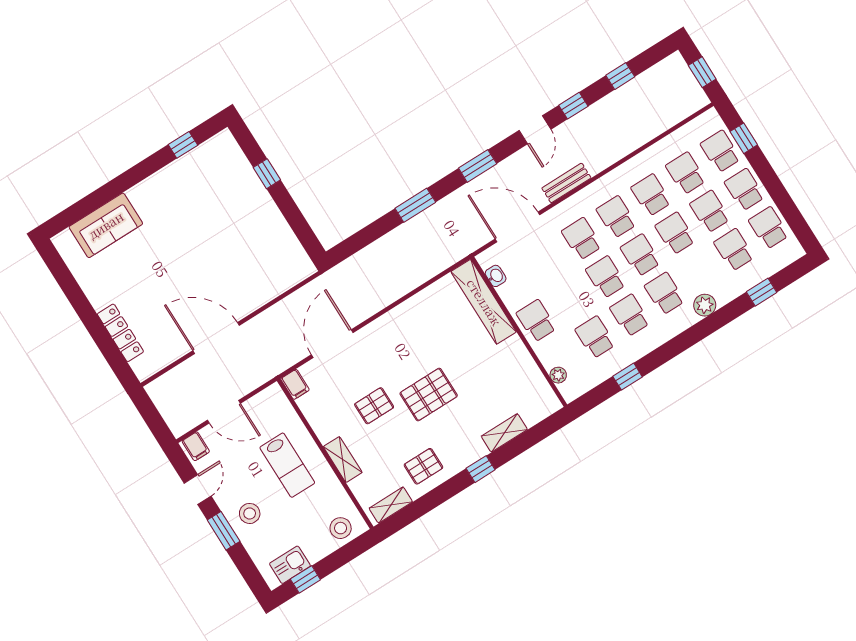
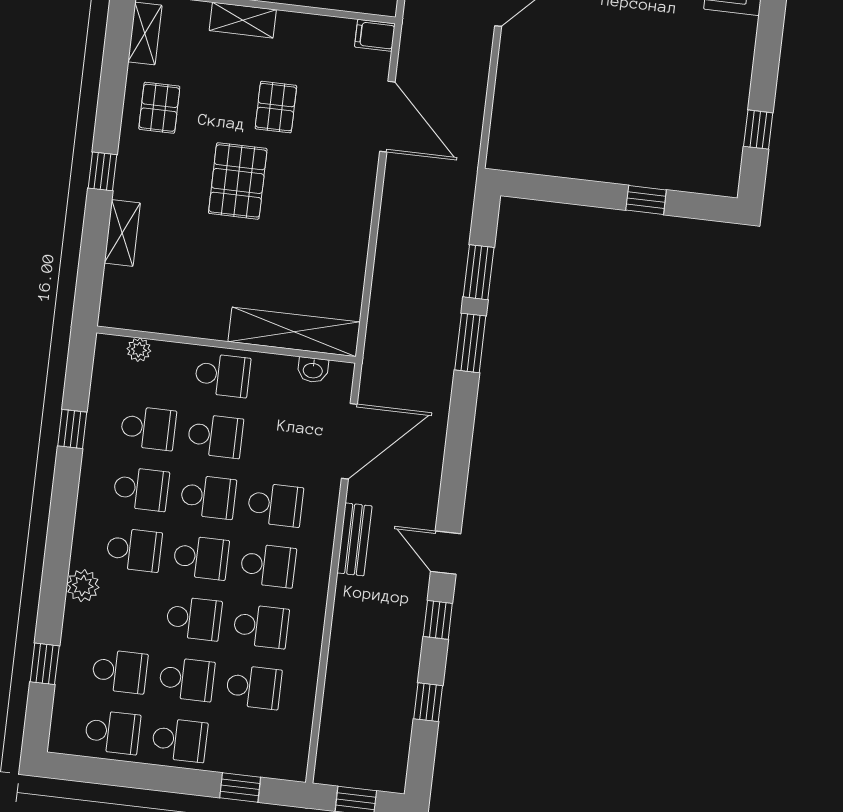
school desk: (720, 151) -> (215, 436), moved
window: (478, 166) -> (479, 272), moved

